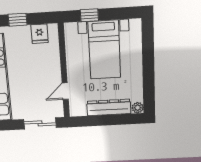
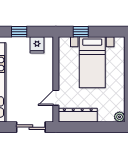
dresser: (109, 107) -> (78, 115), moved

